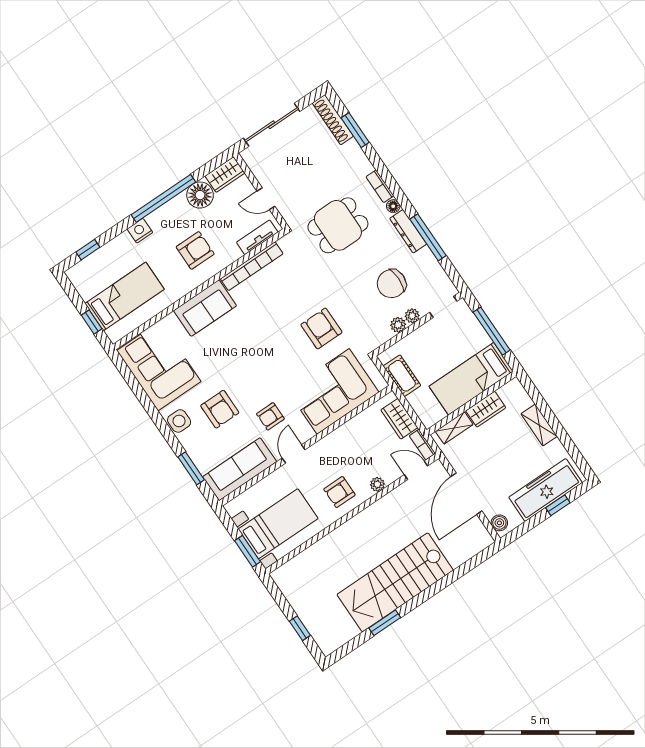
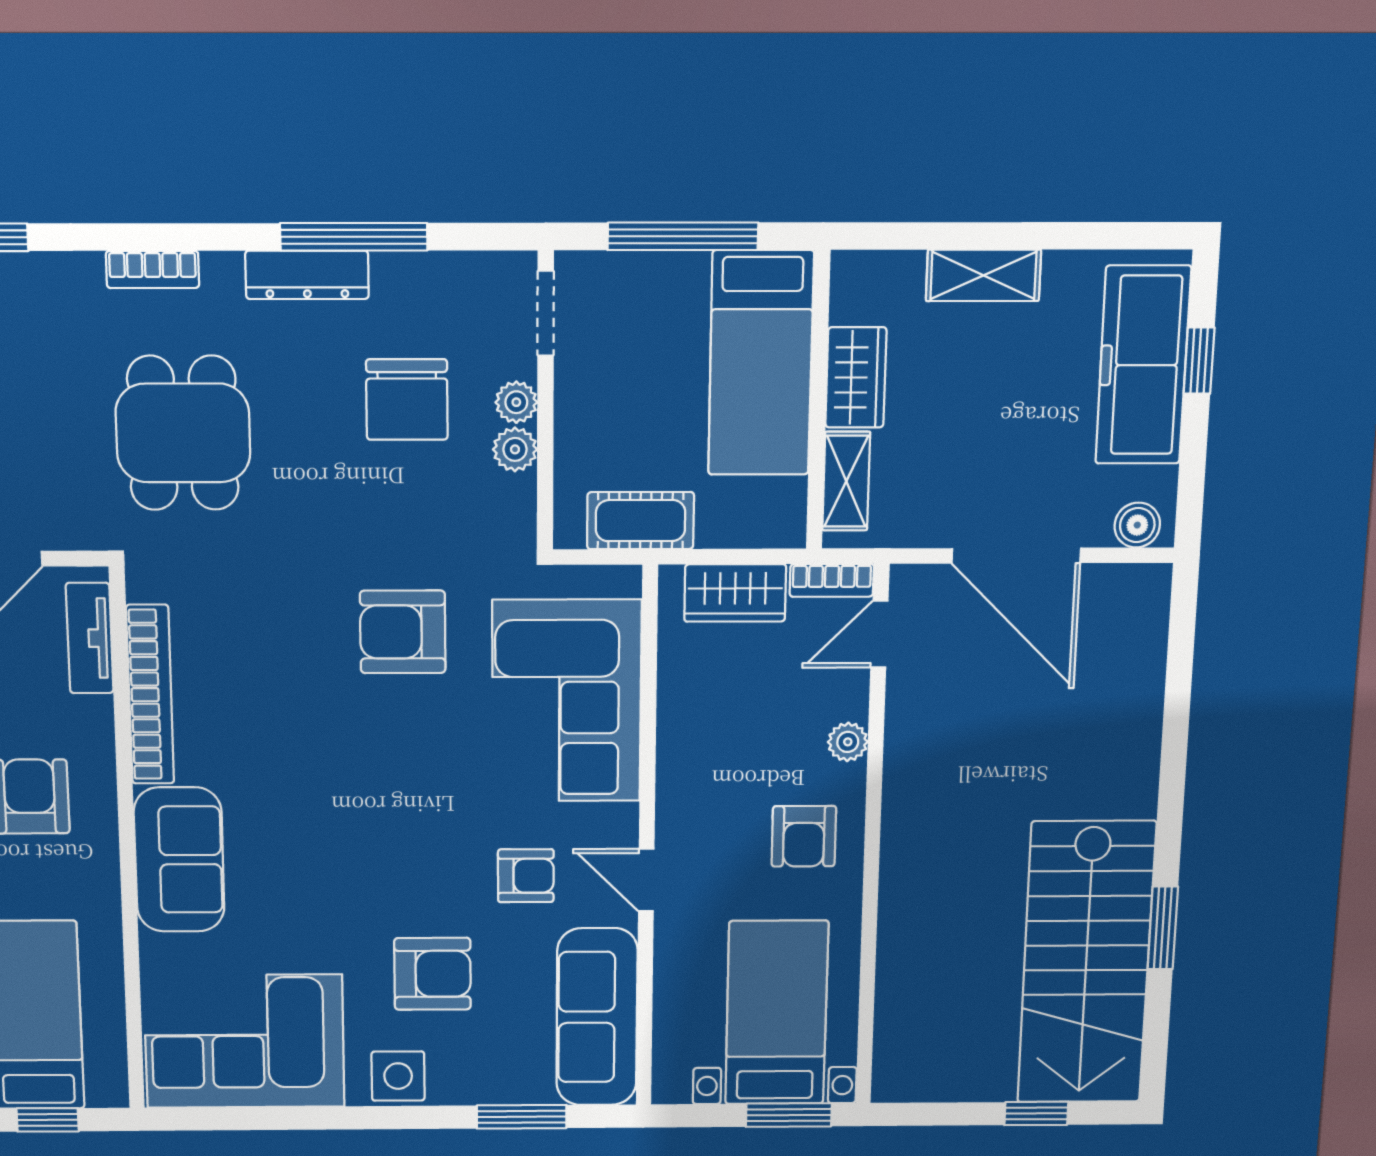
floor lamp: (393, 206) -> (222, 270), removed
armchair: (270, 416) -> (526, 876), turned -90
stairs: (395, 582) -> (1086, 963), moved

